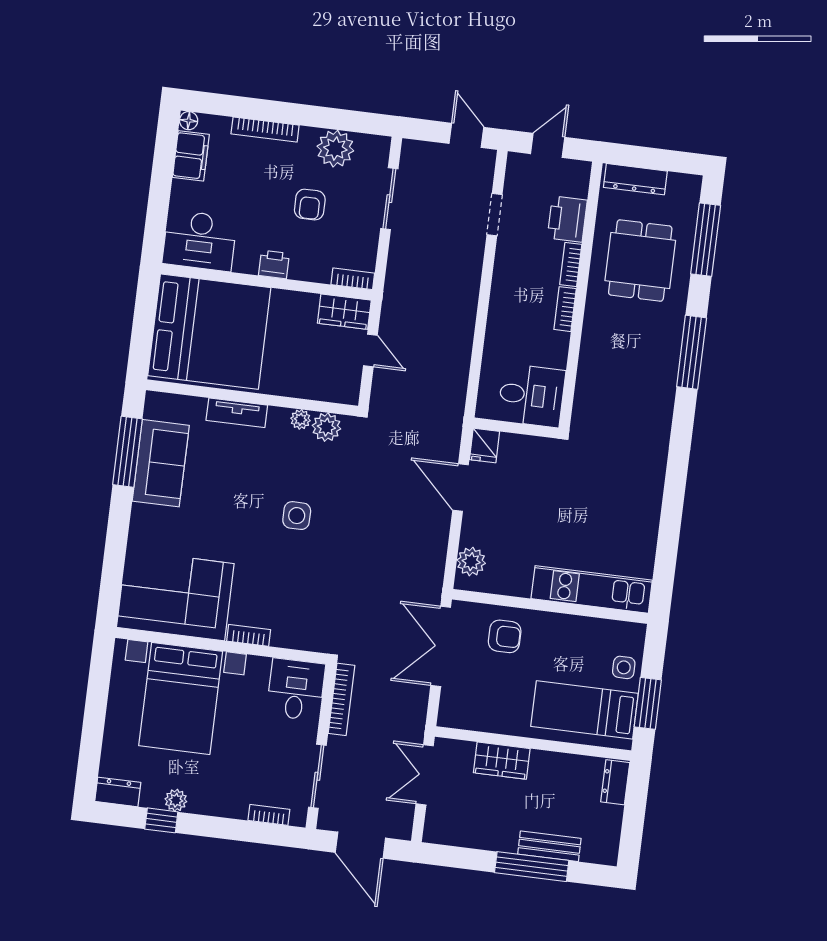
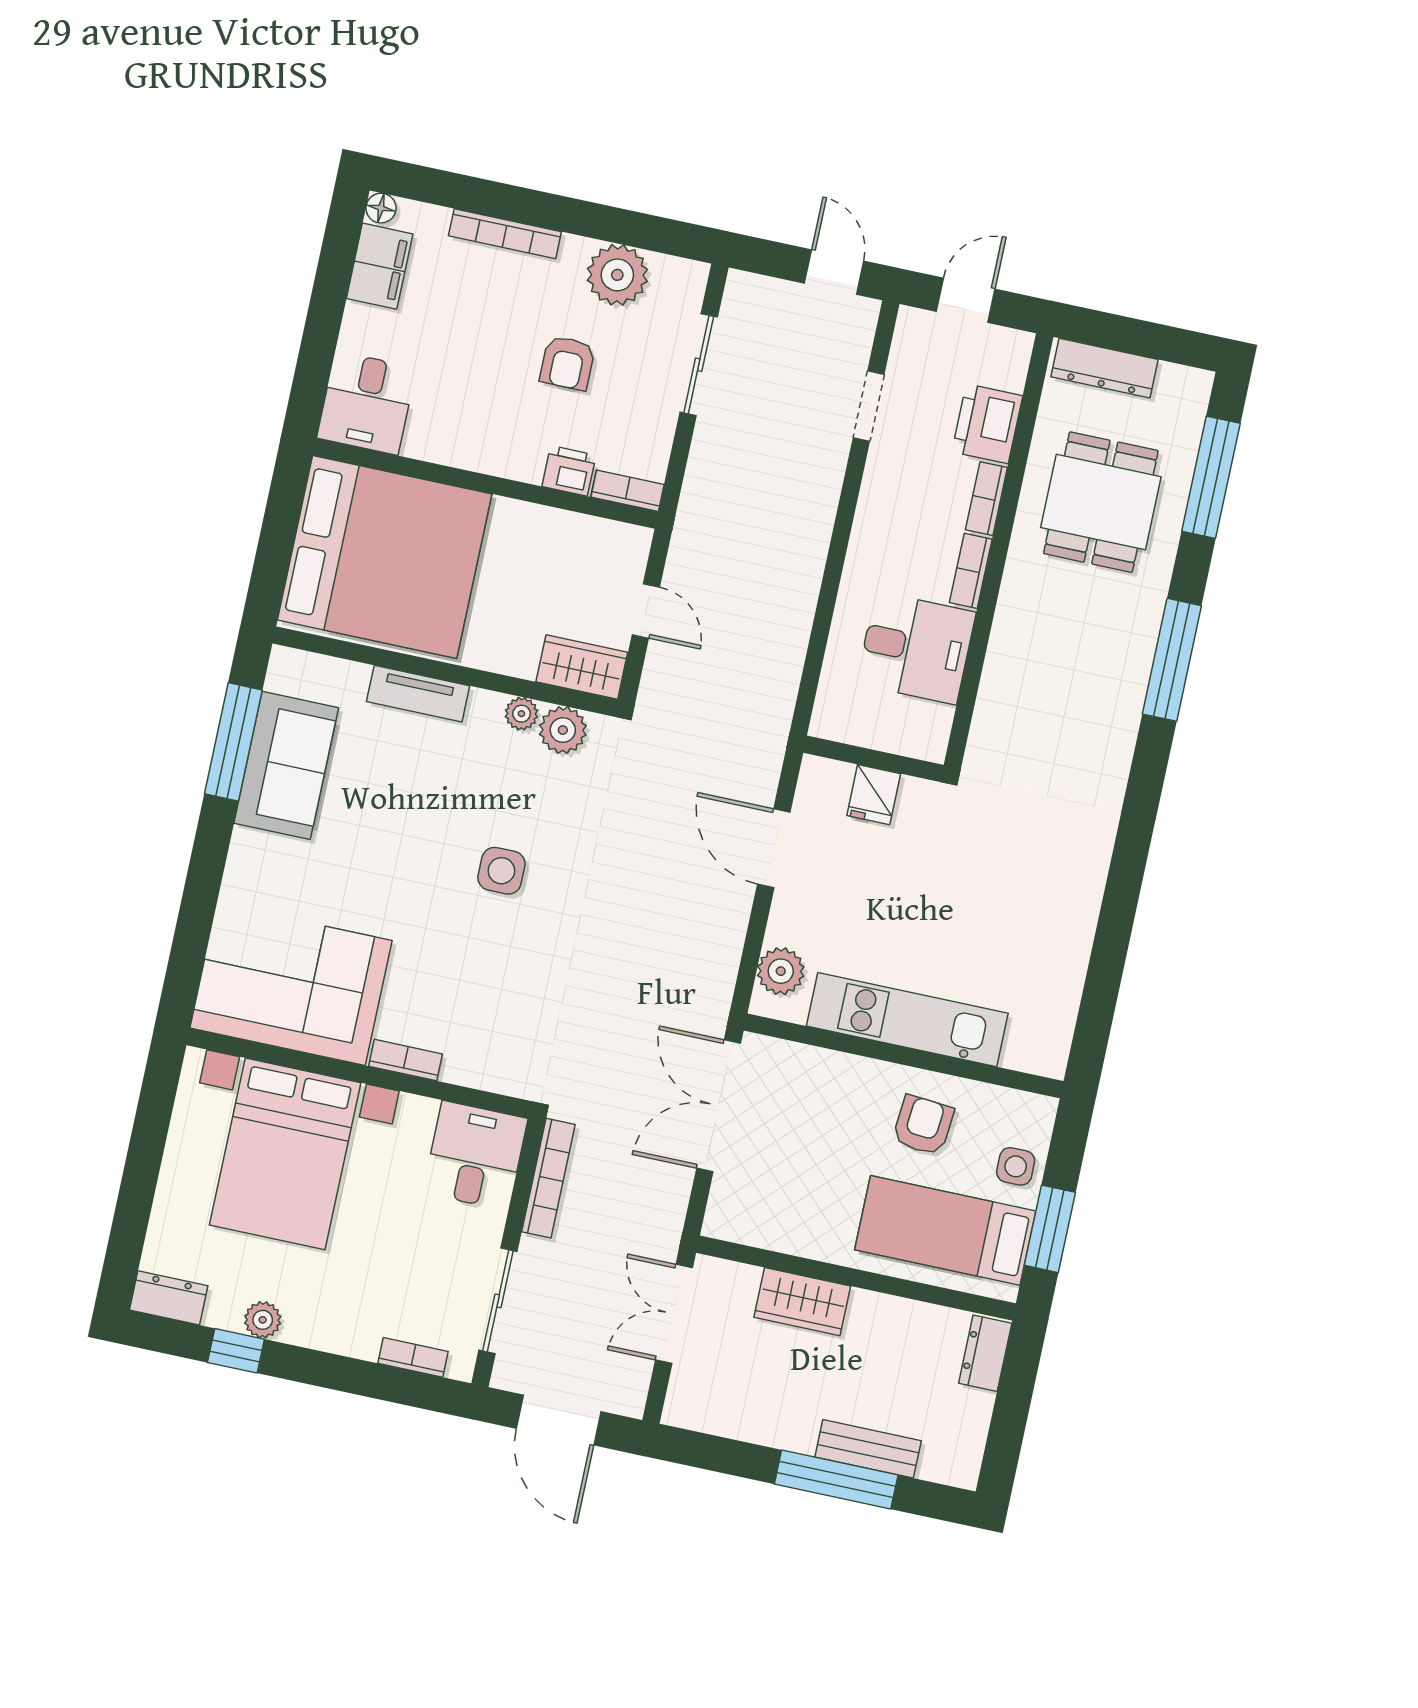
desk: (200, 241) -> (367, 403), width x0.73
printer: (274, 264) -> (569, 471), moved
wardrobe: (344, 312) -> (582, 667), moved, turned 180
desk: (531, 395) -> (916, 648), moved
fridge: (485, 446) -> (874, 795), moved
kitchen unit: (592, 589) -> (907, 1020), moved
armchair: (505, 636) -> (923, 1125), moved, turned -85

